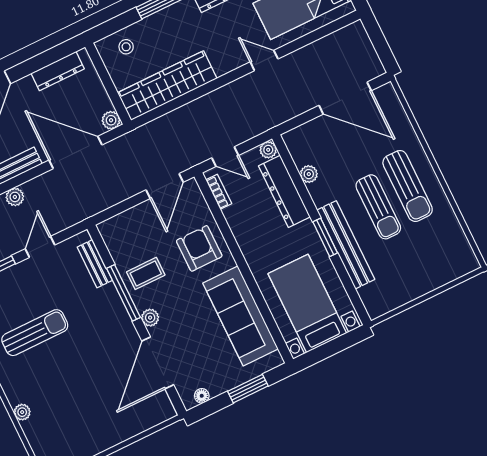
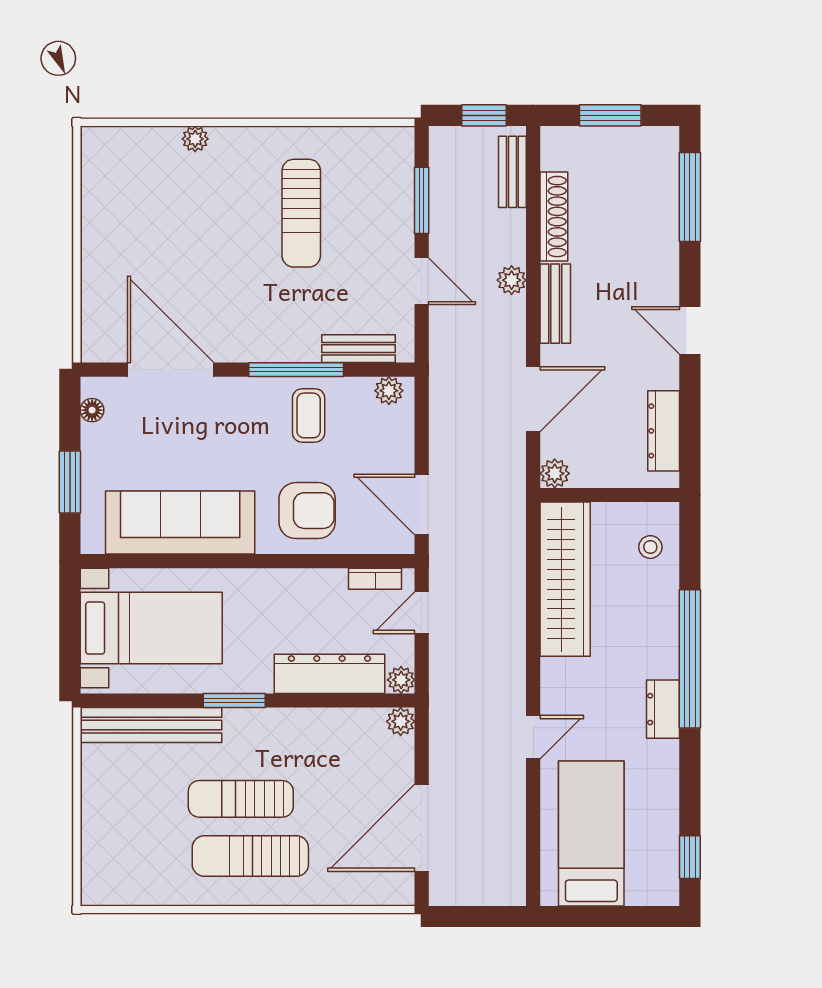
door: (76, 152) -> (533, 399), width x0.73
plant: (309, 174) -> (401, 721), moved
bench: (346, 245) -> (151, 725), moved
plant: (150, 318) -> (389, 391), moved

